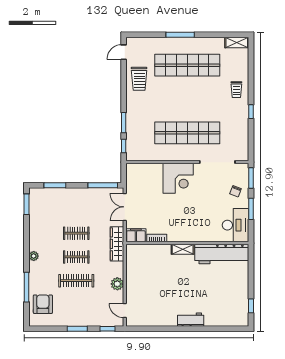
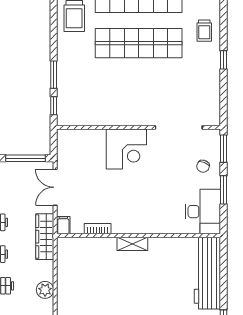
shop shelf: (187, 133) -> (139, 43), moved
filing cabinet: (136, 235) -> (63, 225), width x0.50
workbench: (222, 254) -> (207, 273), moved, turned 90

